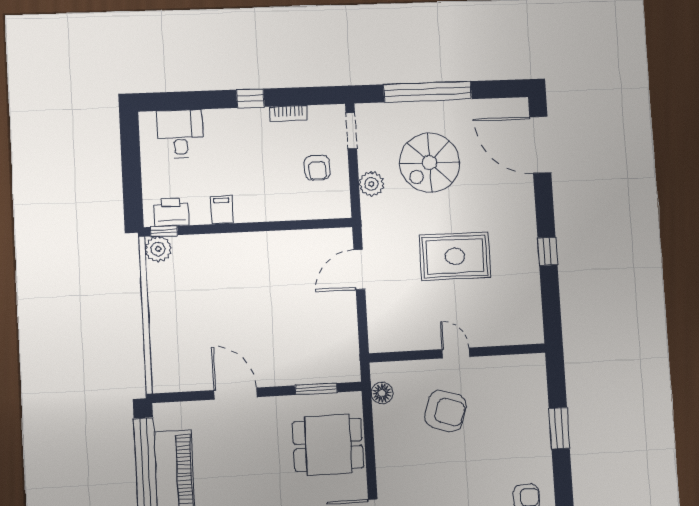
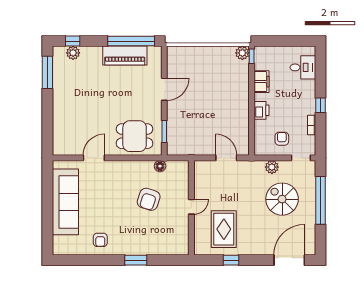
armchair: (317, 168) -> (282, 139), turned 92
filing cabinet: (222, 210) -> (261, 82), width x2.00
printer: (171, 212) -> (261, 110), moved
rug: (455, 256) -> (224, 229), moved
door: (456, 353) -> (191, 207), moved
wall: (458, 353) -> (191, 208), moved
dining table: (328, 445) -> (135, 136), turned 90

